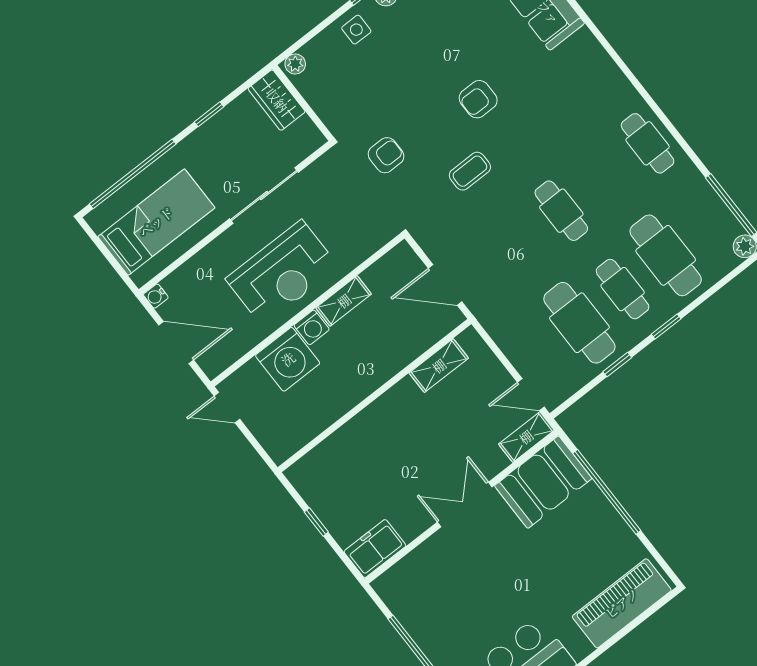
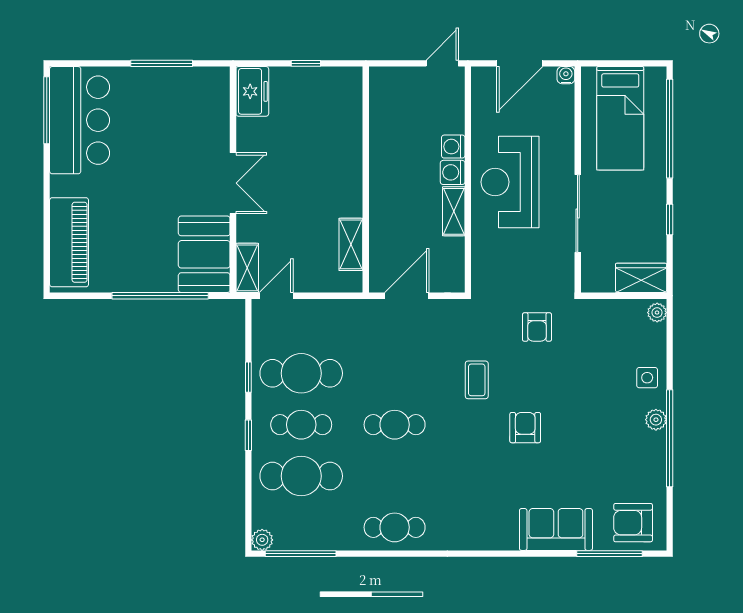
washing machine: (288, 359) -> (453, 147), width x0.53, depth x0.53

